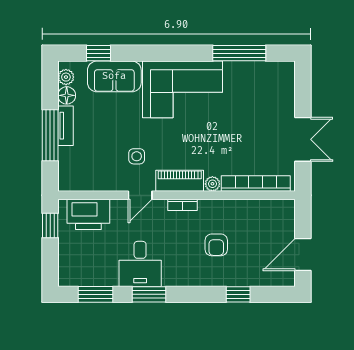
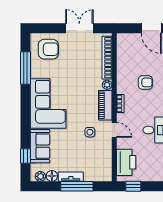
armchair: (269, 90) -> (48, 49), added

